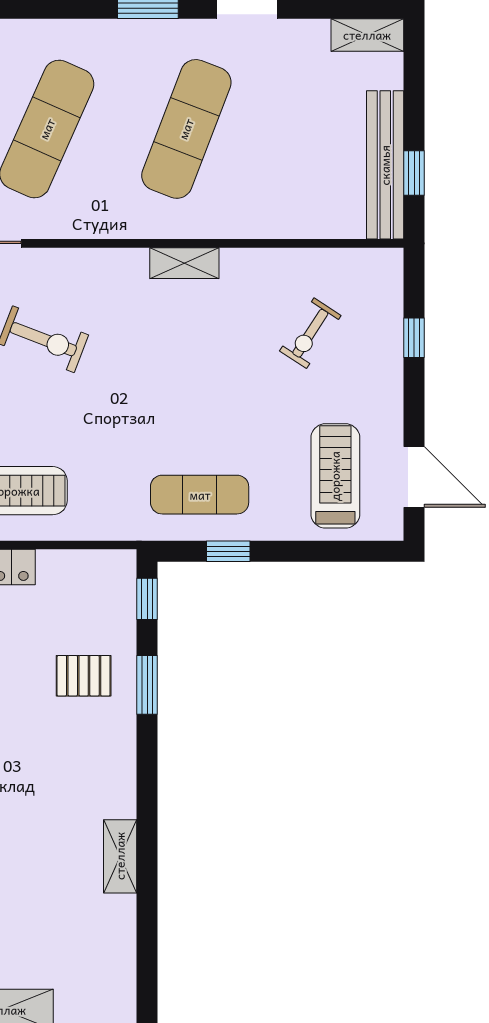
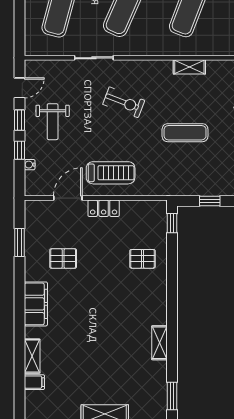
exercise mat: (200, 495) -> (185, 133), moved
window: (147, 685) -> (172, 396), moved

